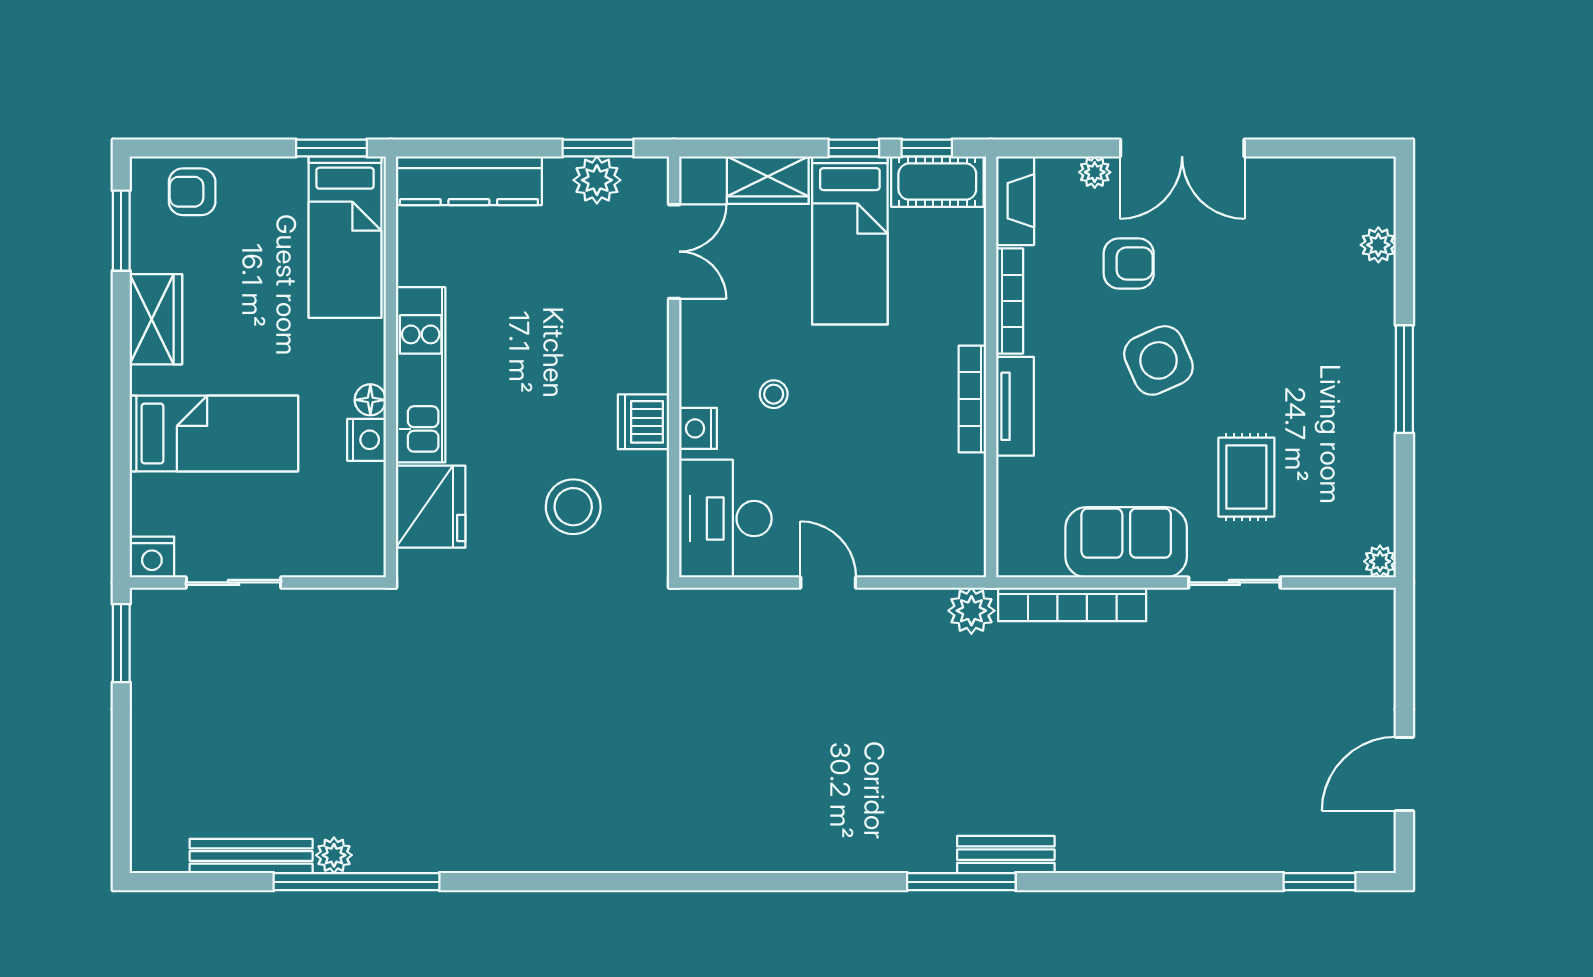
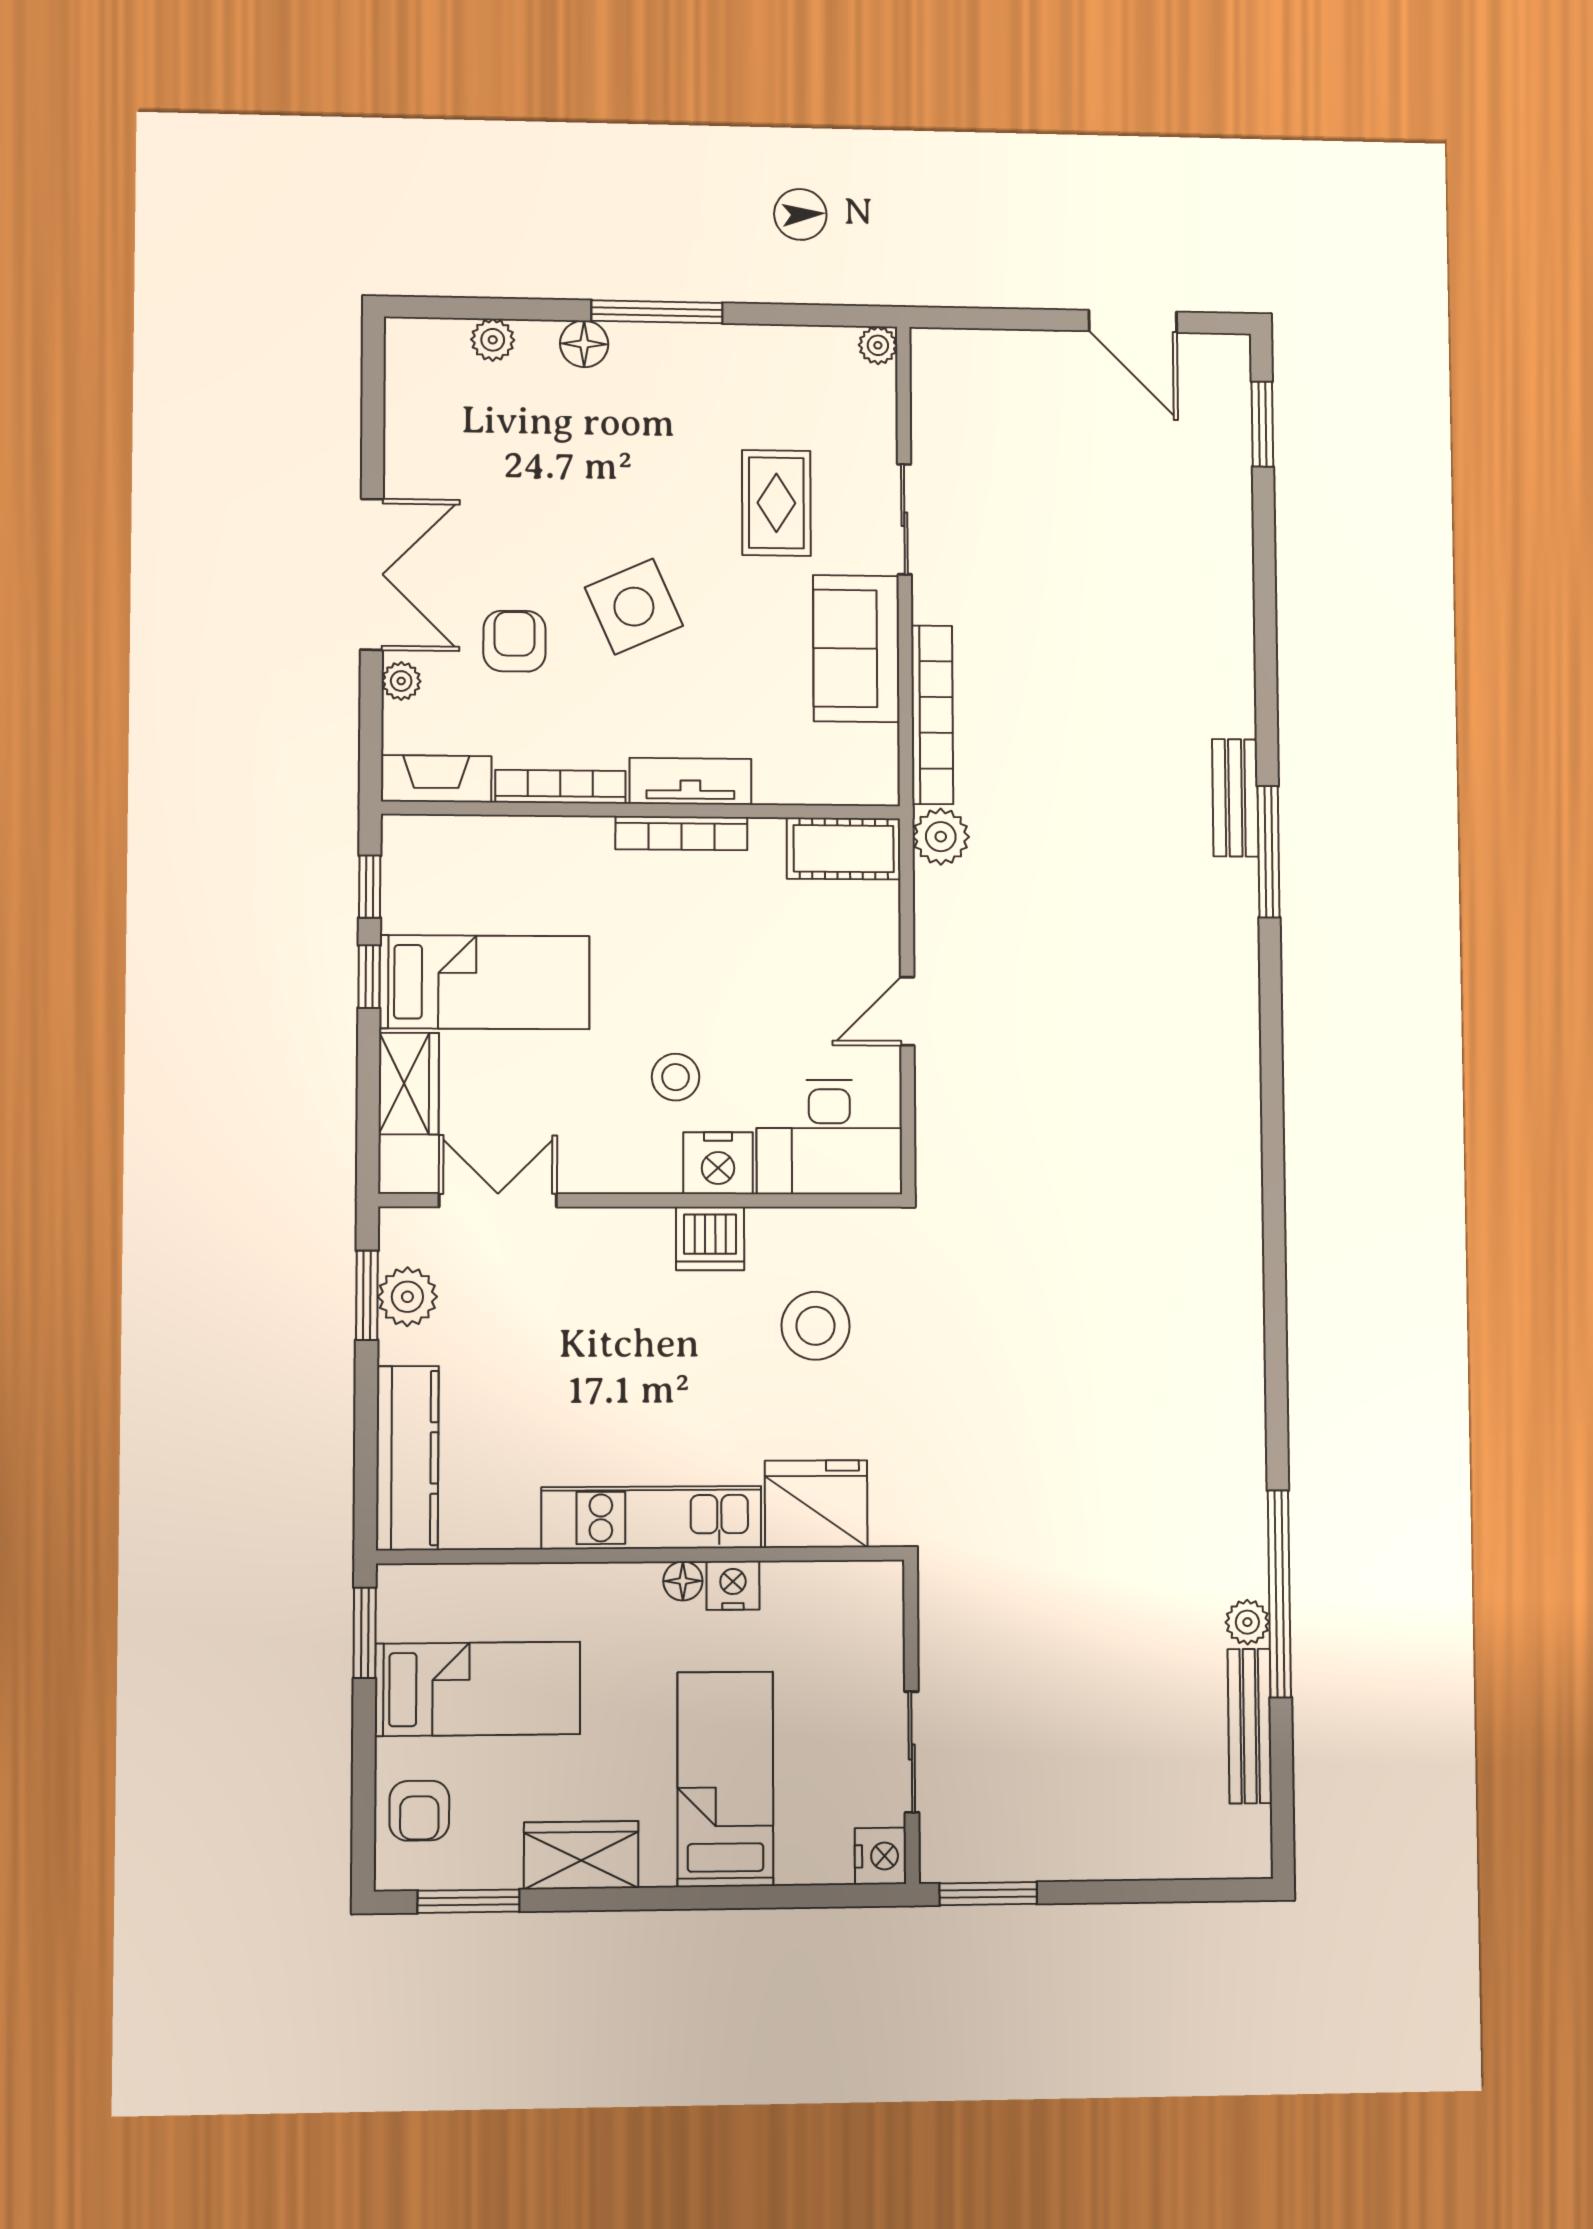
cot: (937, 182) -> (844, 849), moved, turned 90
bed: (345, 237) -> (478, 1689), moved
floor lamp: (1376, 320) -> (584, 344), added
stool: (774, 394) -> (676, 1077), width x1.37, depth x1.37
nightstand: (698, 428) -> (718, 1163), width x1.36, depth x1.33
rug: (1246, 477) -> (776, 503), turned 90

